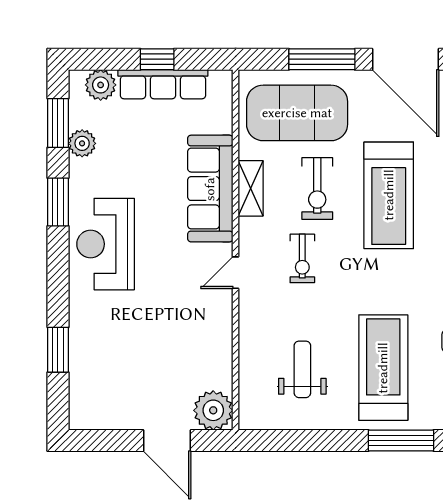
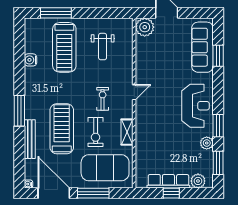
plant: (82, 143) -> (207, 143), moved
exercise bike: (317, 188) -> (96, 132), turned 180
sofa: (210, 189) -> (202, 47), moved, turned 180

